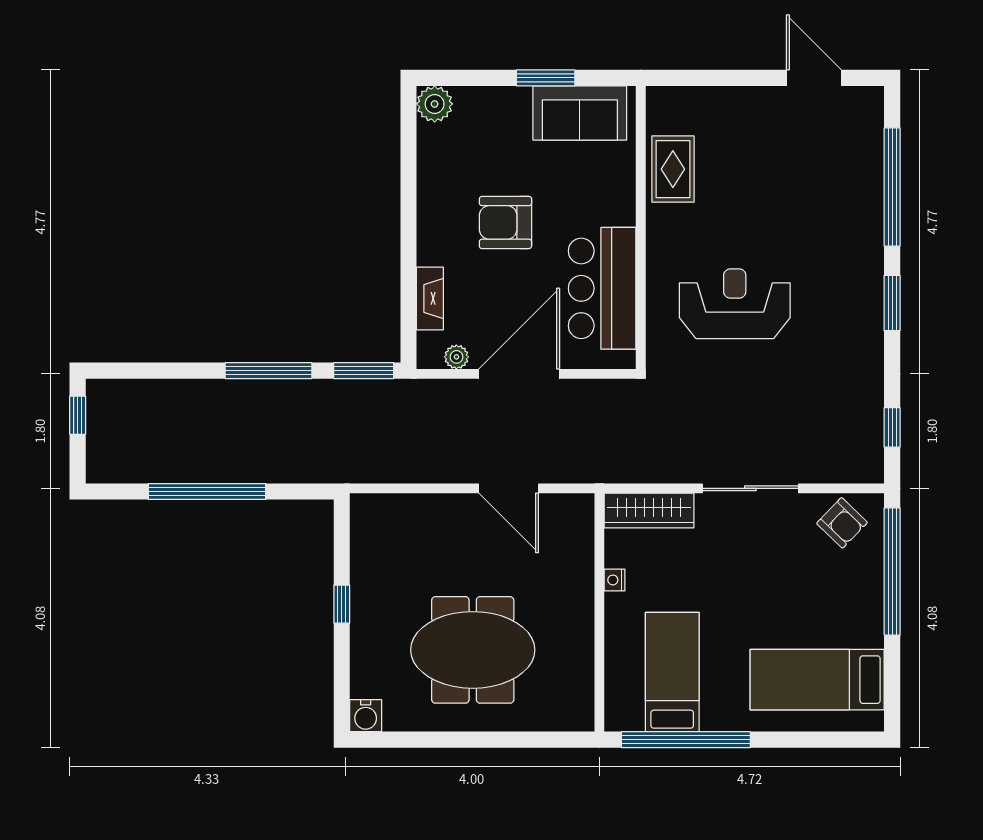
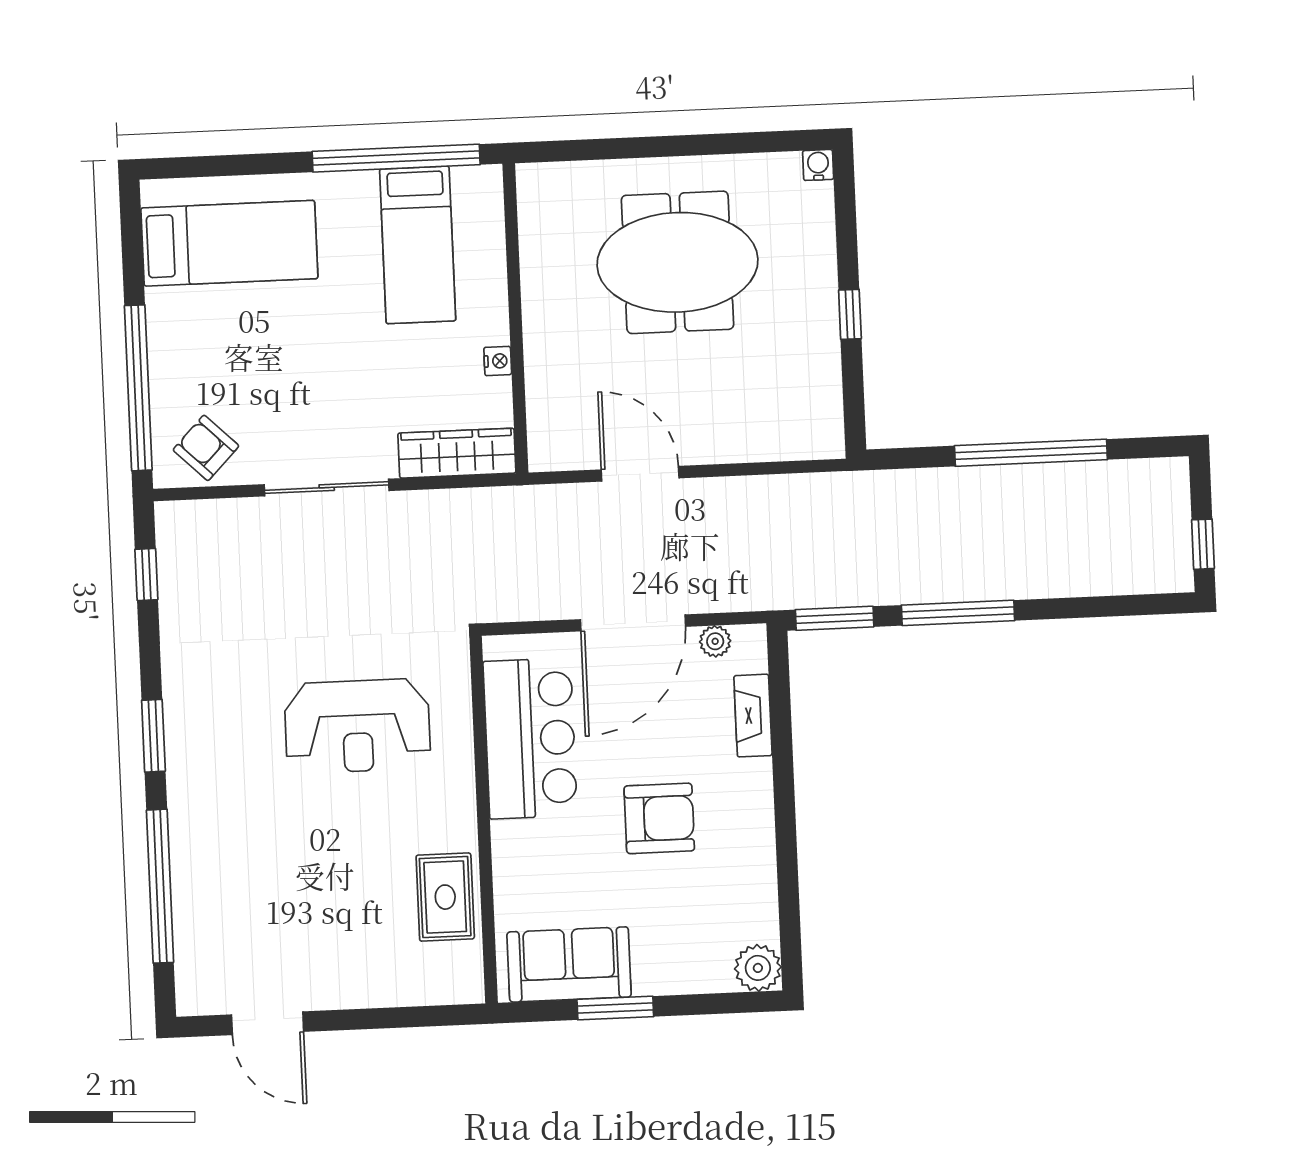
water cooler: (366, 716) -> (818, 165), width x0.72, depth x0.72

